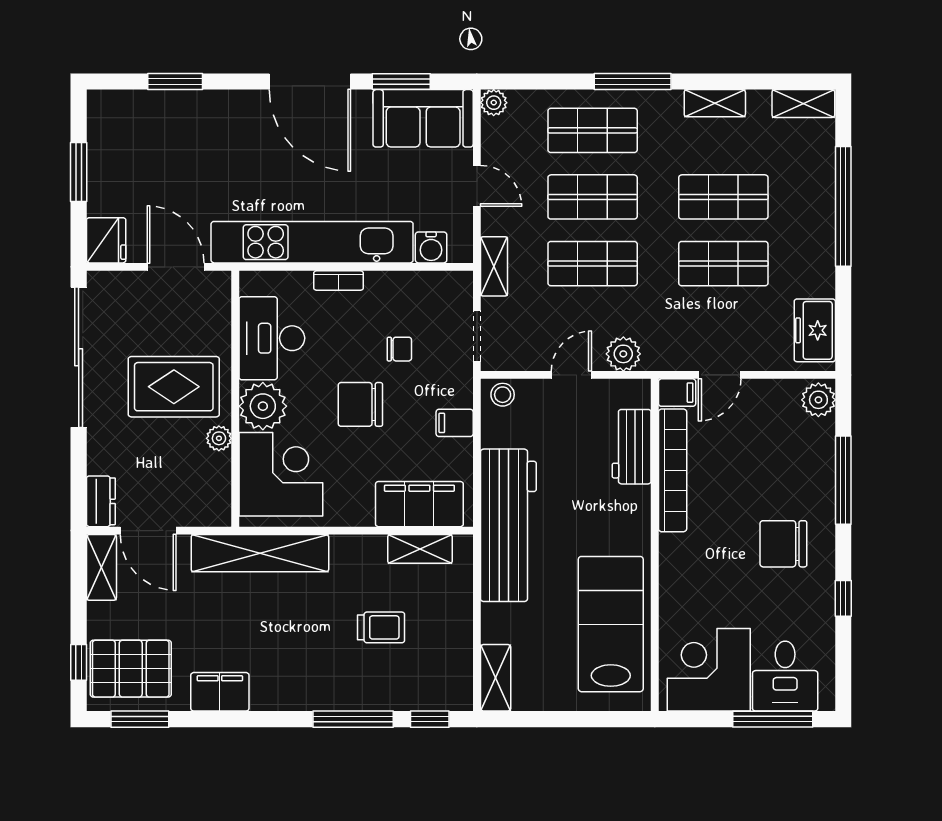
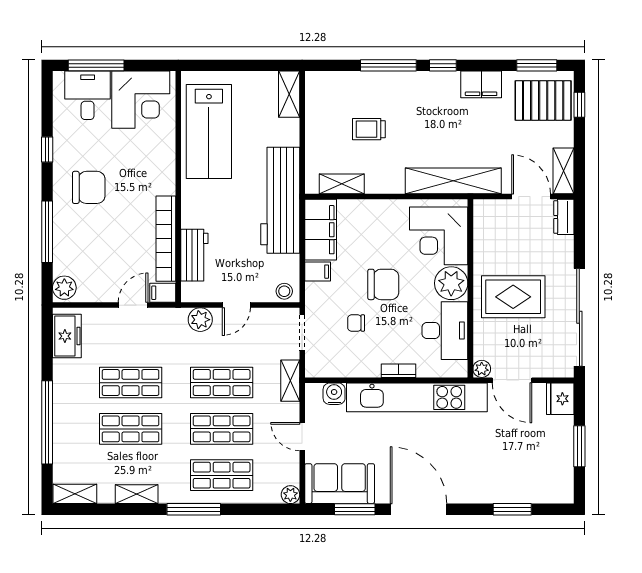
plant: (219, 438) -> (482, 369), moved
filing cabinet: (419, 504) -> (321, 230), moved, turned -90
window: (430, 719) -> (443, 65), moved

